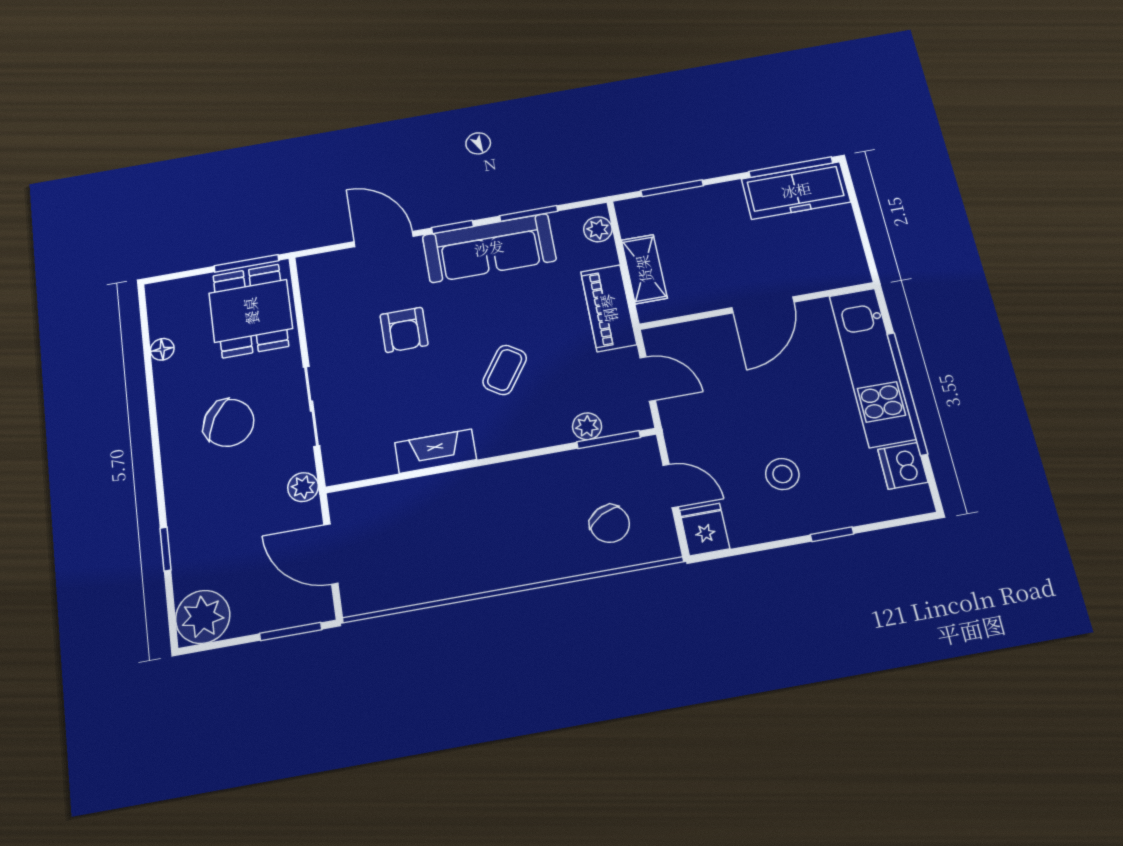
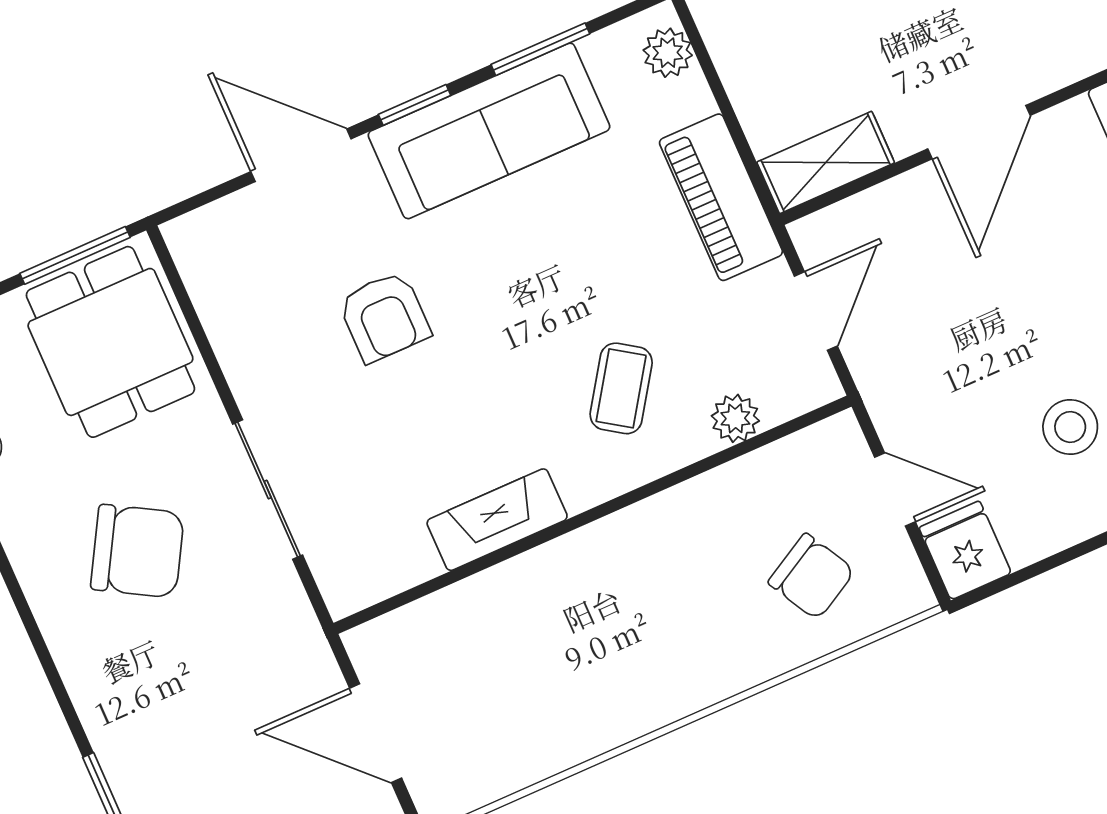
shelving: (644, 269) -> (826, 162), moved, turned 90
coffee table: (505, 370) -> (621, 388), moved
door: (648, 379) -> (816, 311), hinge flipped
window: (609, 440) -> (776, 433), removed
plant: (303, 487) -> (296, 632), removed

